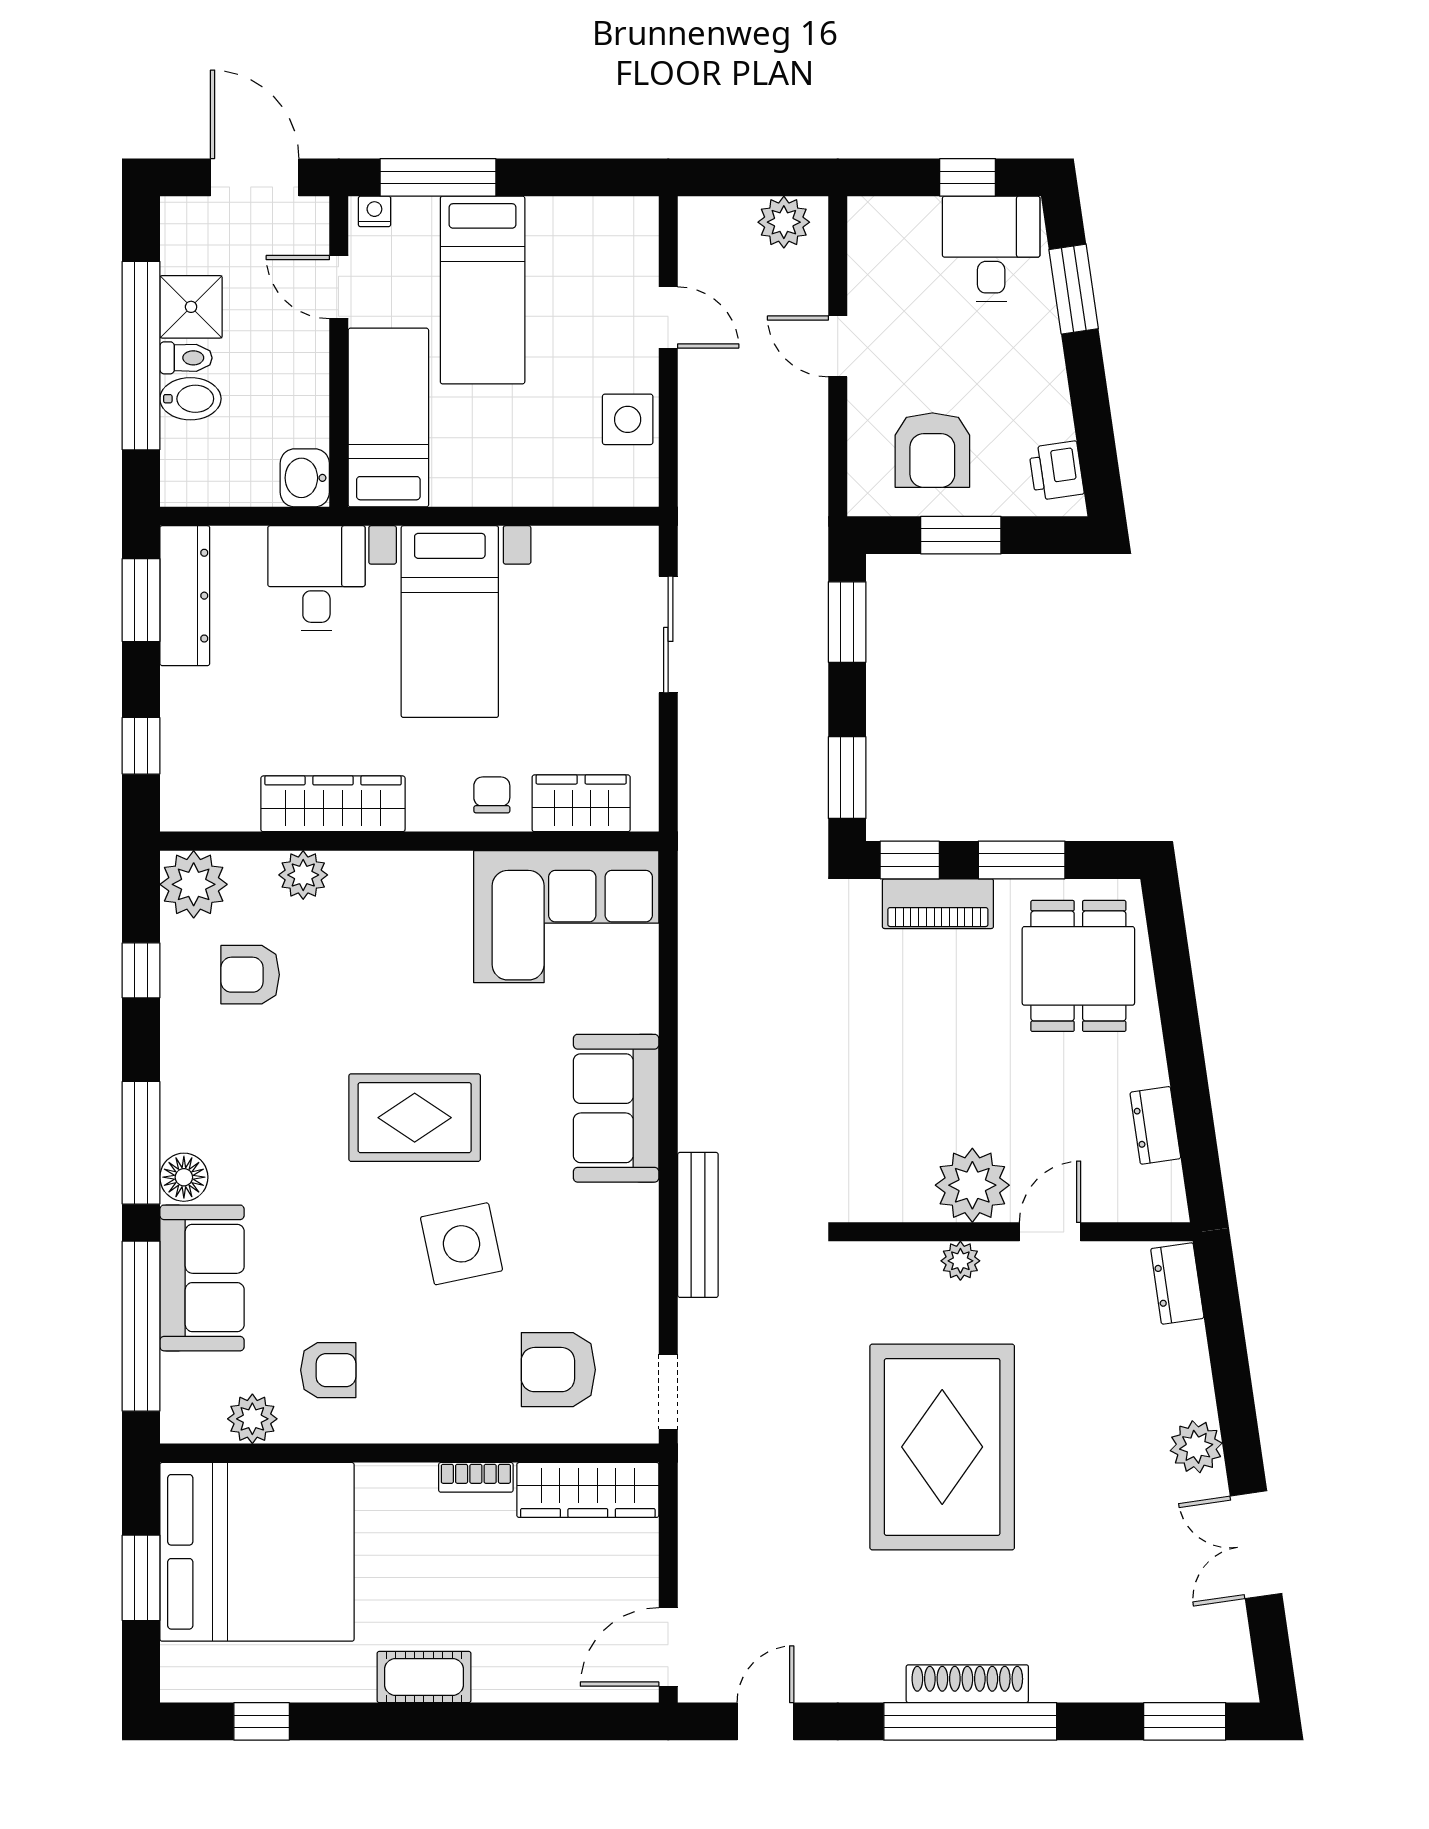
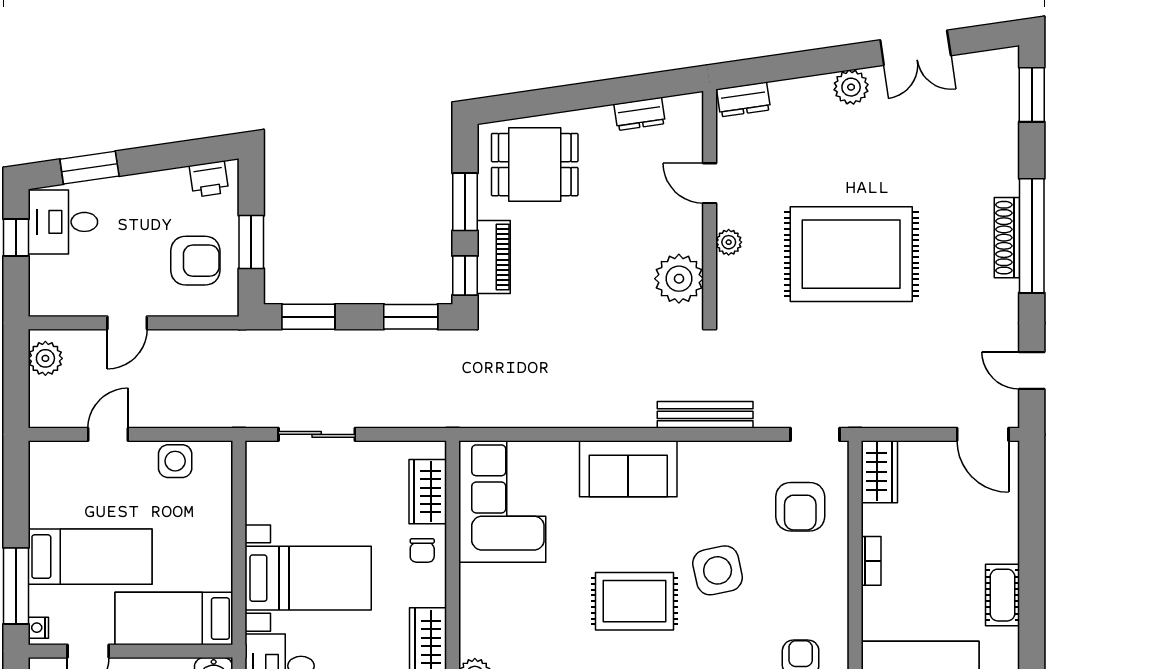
chair: (492, 795) -> (422, 550), turned -90
rug: (415, 1118) -> (634, 601), turned 90
plant: (972, 1185) -> (679, 279), moved
wardrobe: (588, 1490) -> (879, 472), width x0.67

